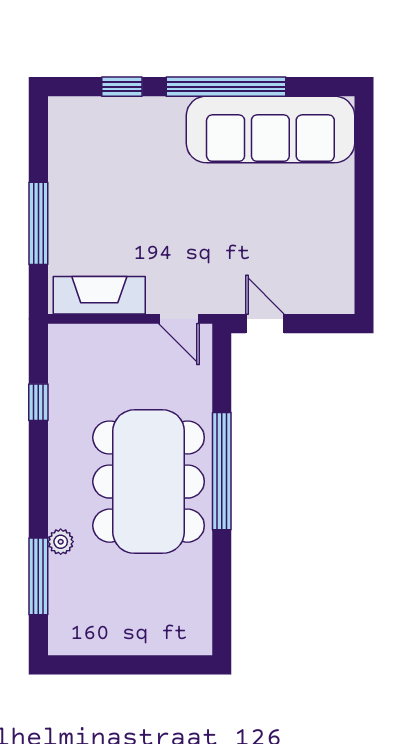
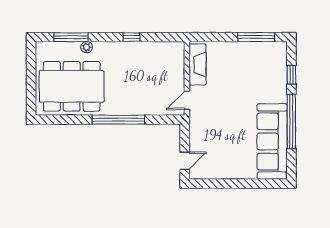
window: (38, 223) -> (256, 37), moved
door: (265, 324) -> (185, 161), moved
window: (38, 402) -> (131, 37), moved
dining table: (149, 482) -> (72, 86), moved

